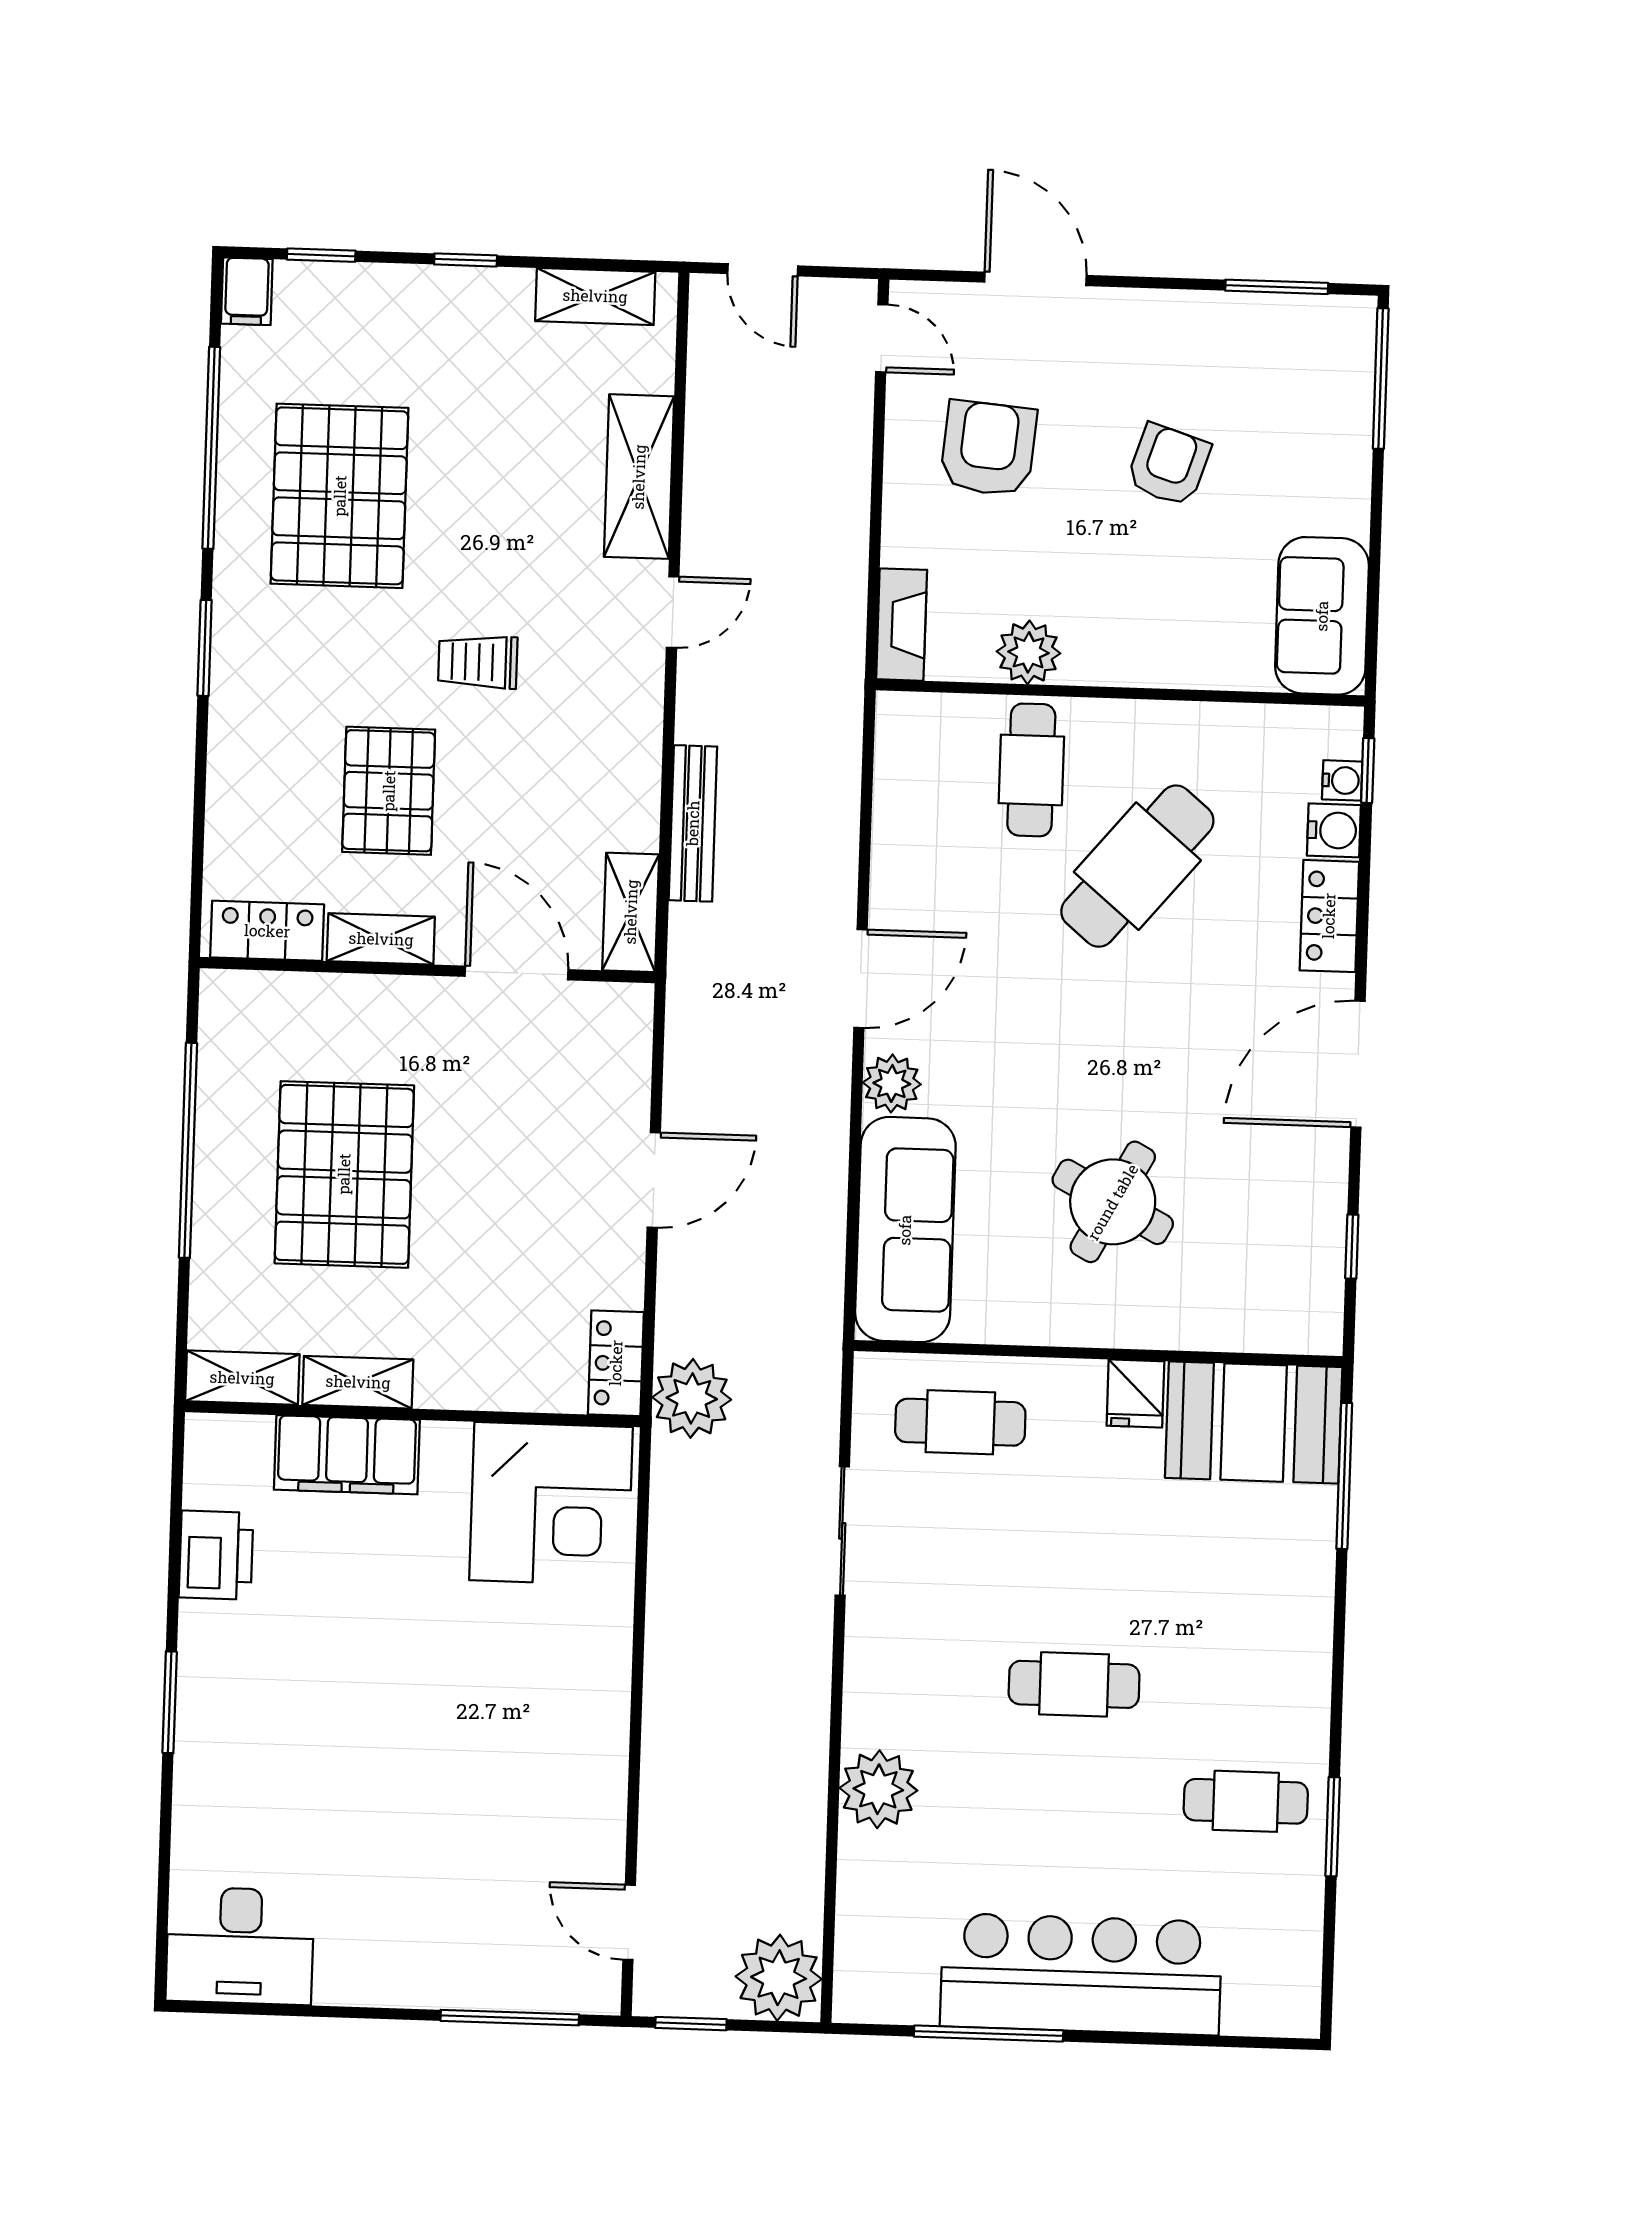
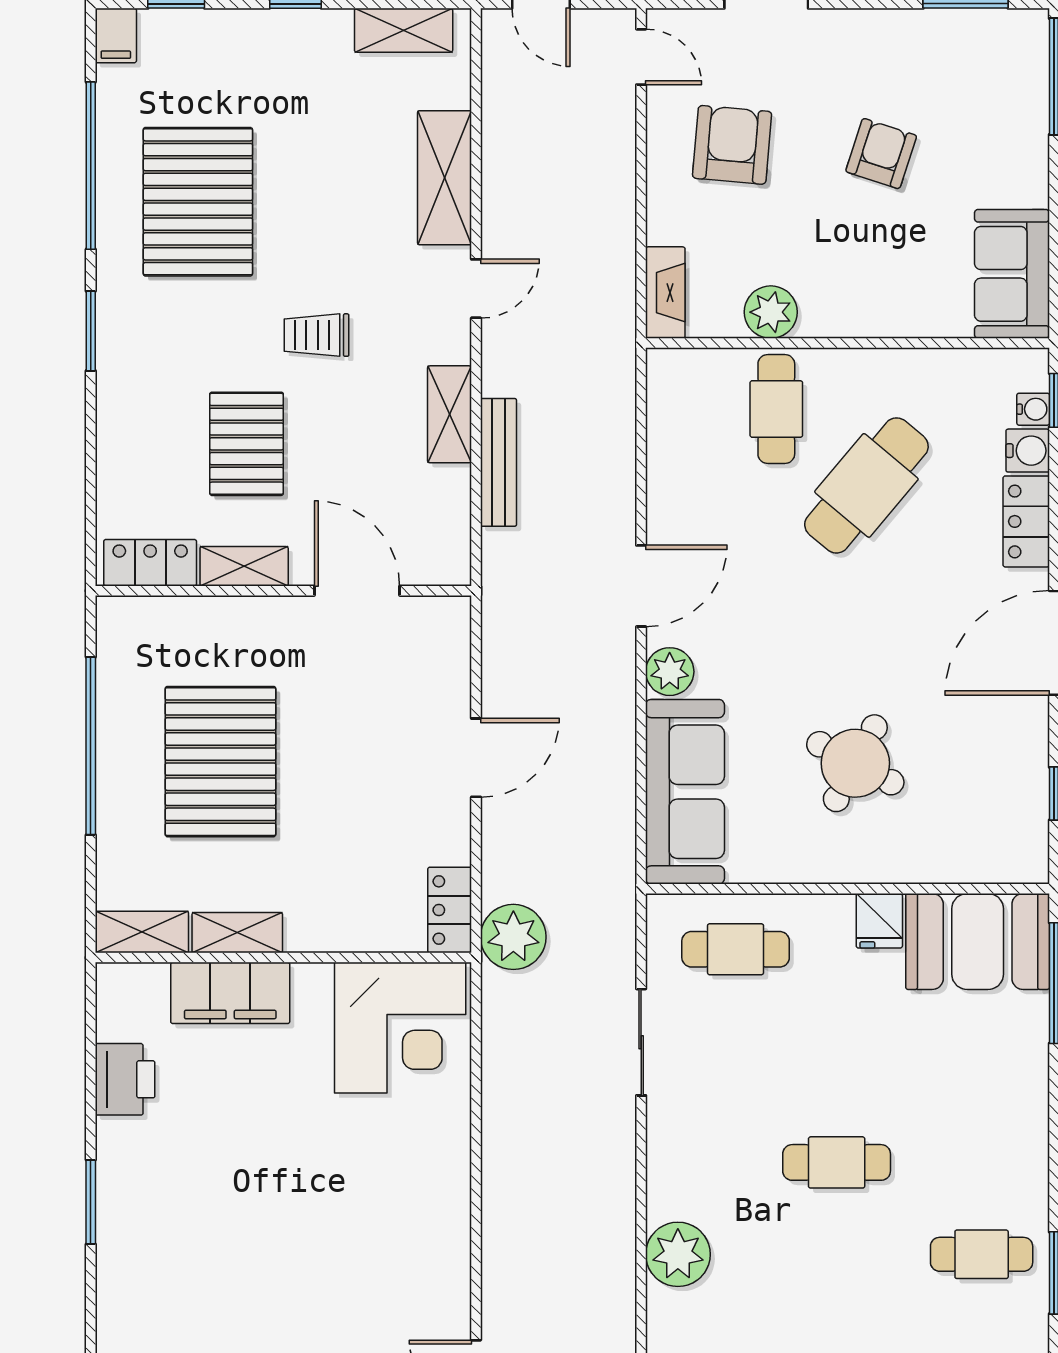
shelving: (631, 912) -> (450, 414), moved

